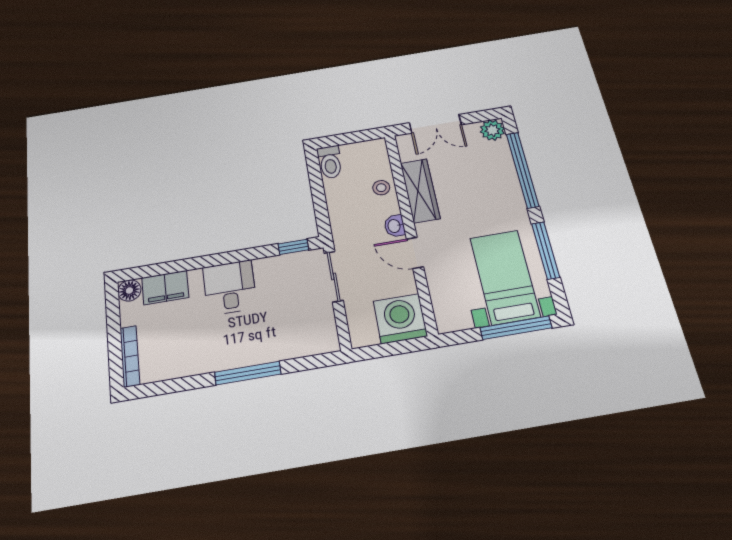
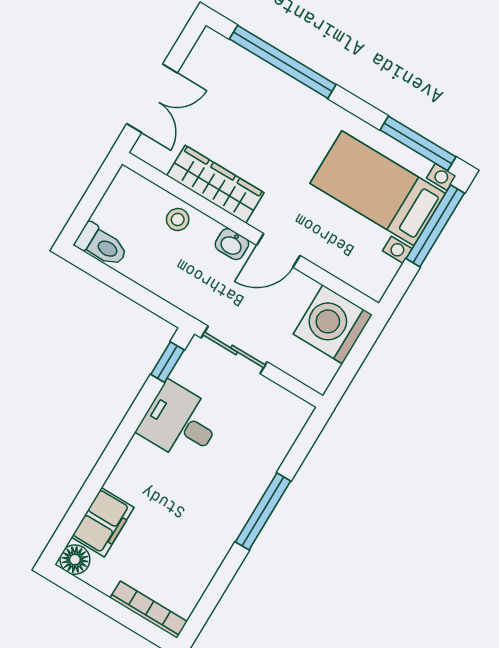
plant: (492, 130) -> (212, 48), removed
window: (546, 250) -> (418, 143), moved
desk: (230, 288) -> (180, 423), moved

